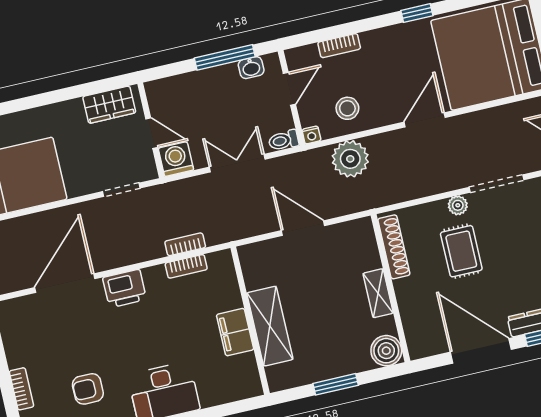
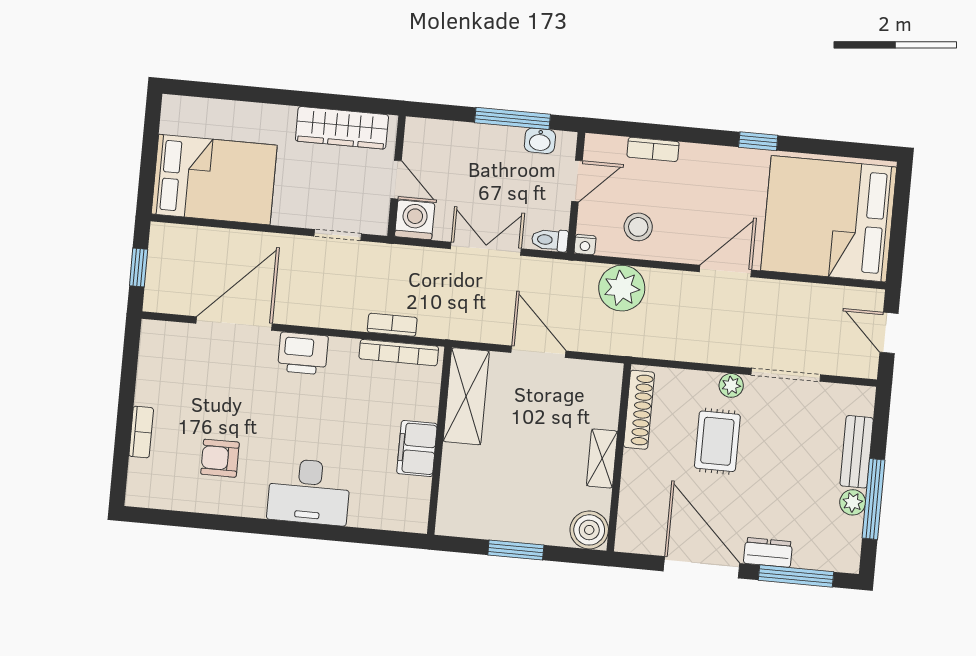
wardrobe: (109, 105) -> (342, 128), width x1.50
bookcase: (186, 266) -> (399, 353), width x1.56
shelving: (270, 326) -> (466, 396), moved

